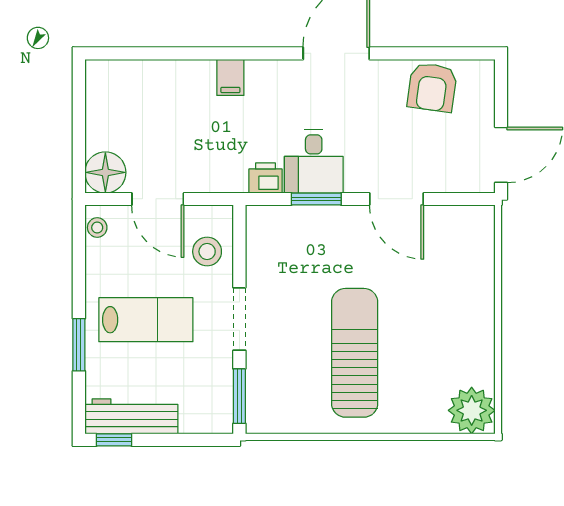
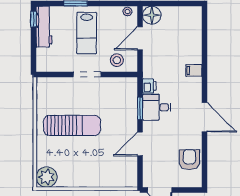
armchair: (432, 87) -> (189, 160), turned 82
window: (239, 396) -> (53, 74), removed

